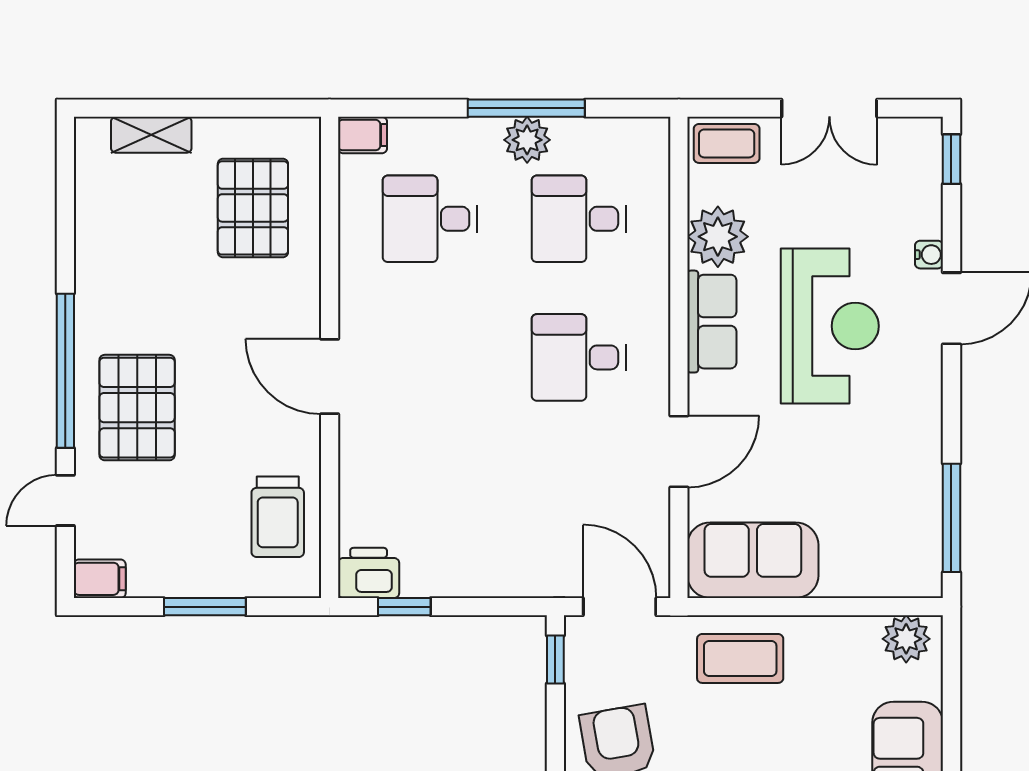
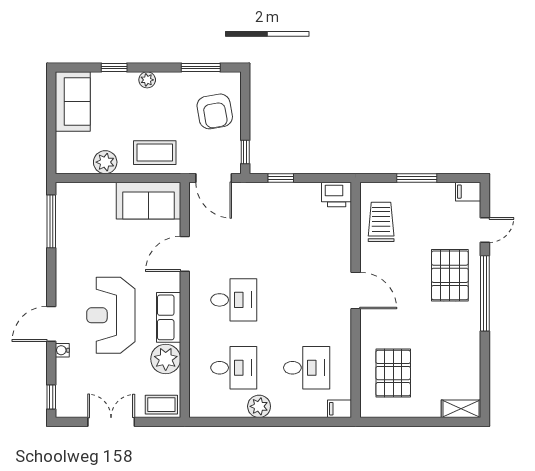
window: (526, 108) -> (259, 422), removed
shelving: (151, 135) -> (461, 409), moved
window: (404, 607) -> (281, 178), moved
plant: (906, 639) -> (105, 162), moved

